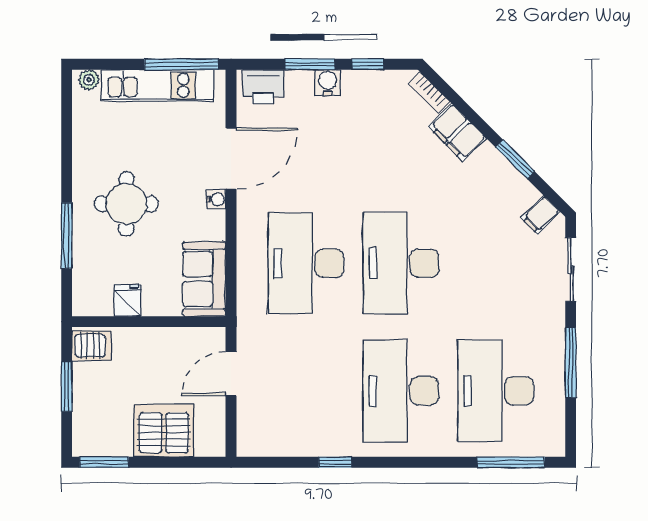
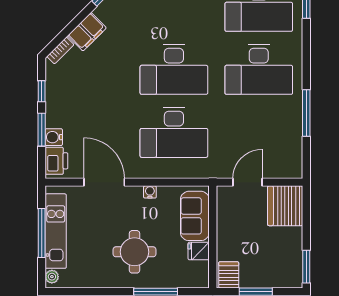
window: (181, 64) -> (42, 233), moved
water cooler: (328, 82) -> (54, 137), moved
water cooler: (216, 199) -> (150, 192), moved
sofa: (204, 279) -> (195, 216), moved, turned 90
door: (231, 374) -> (247, 182), swing flipped
server rack: (164, 431) -> (285, 206), moved
window: (335, 462) -> (306, 113), width x2.17

